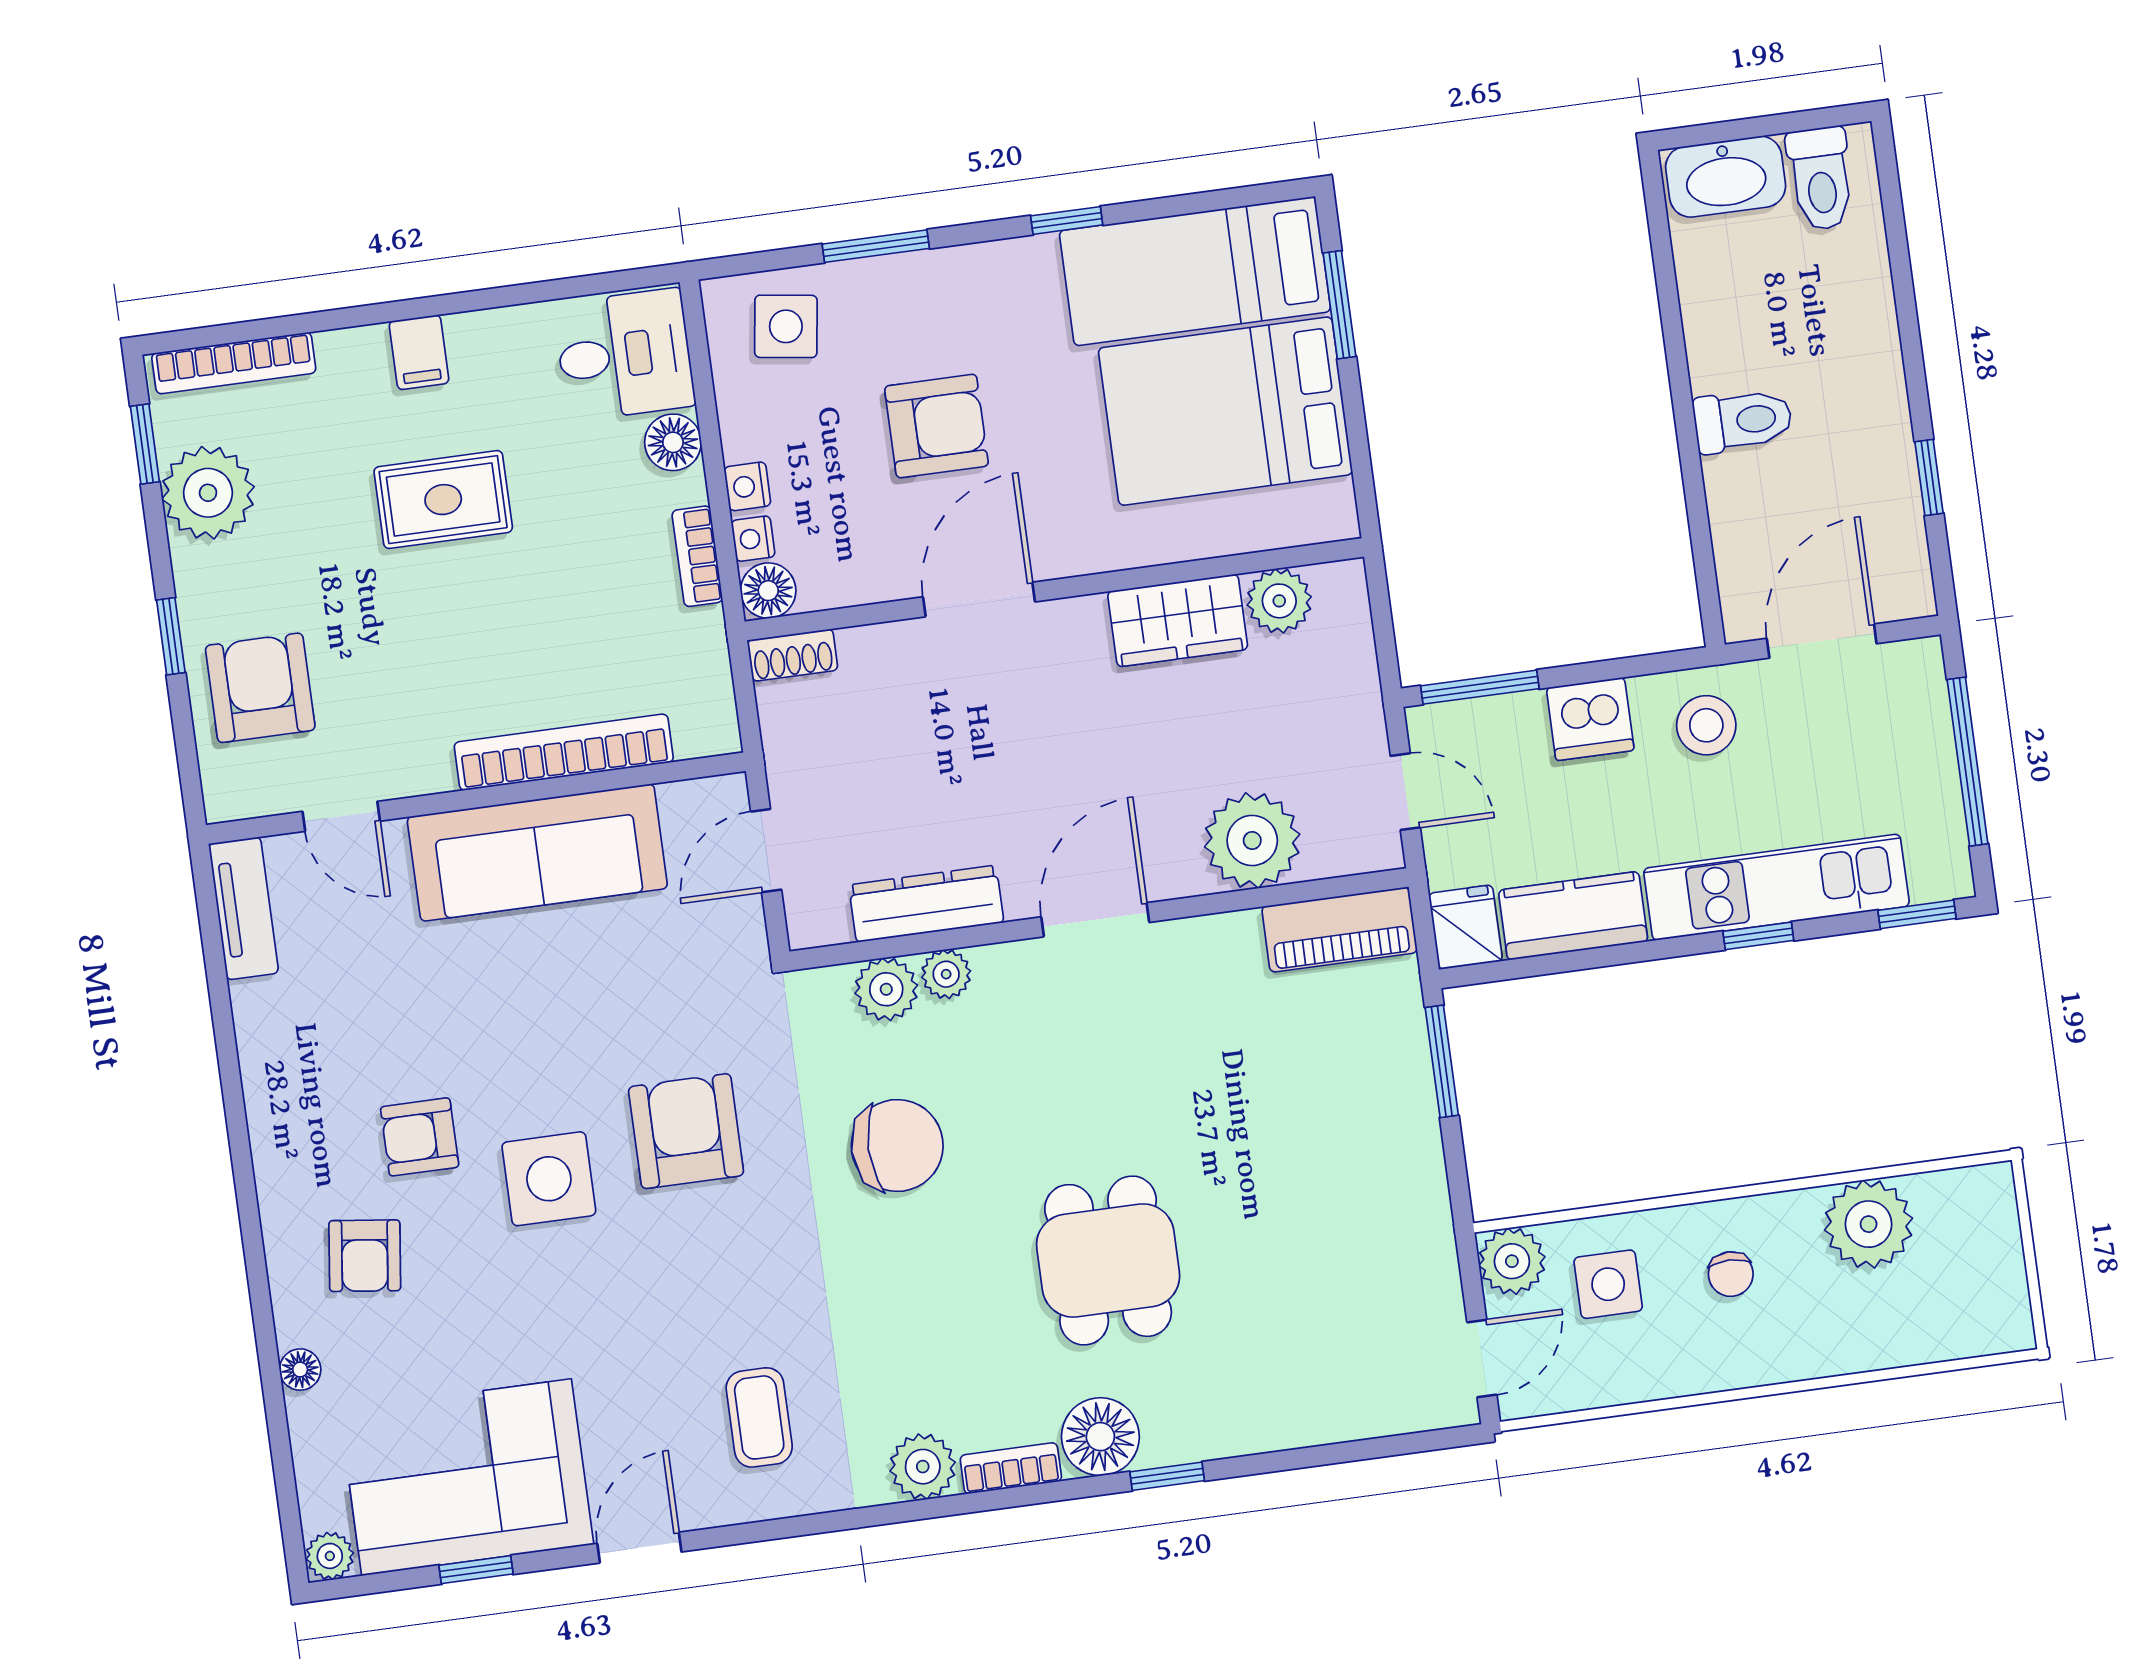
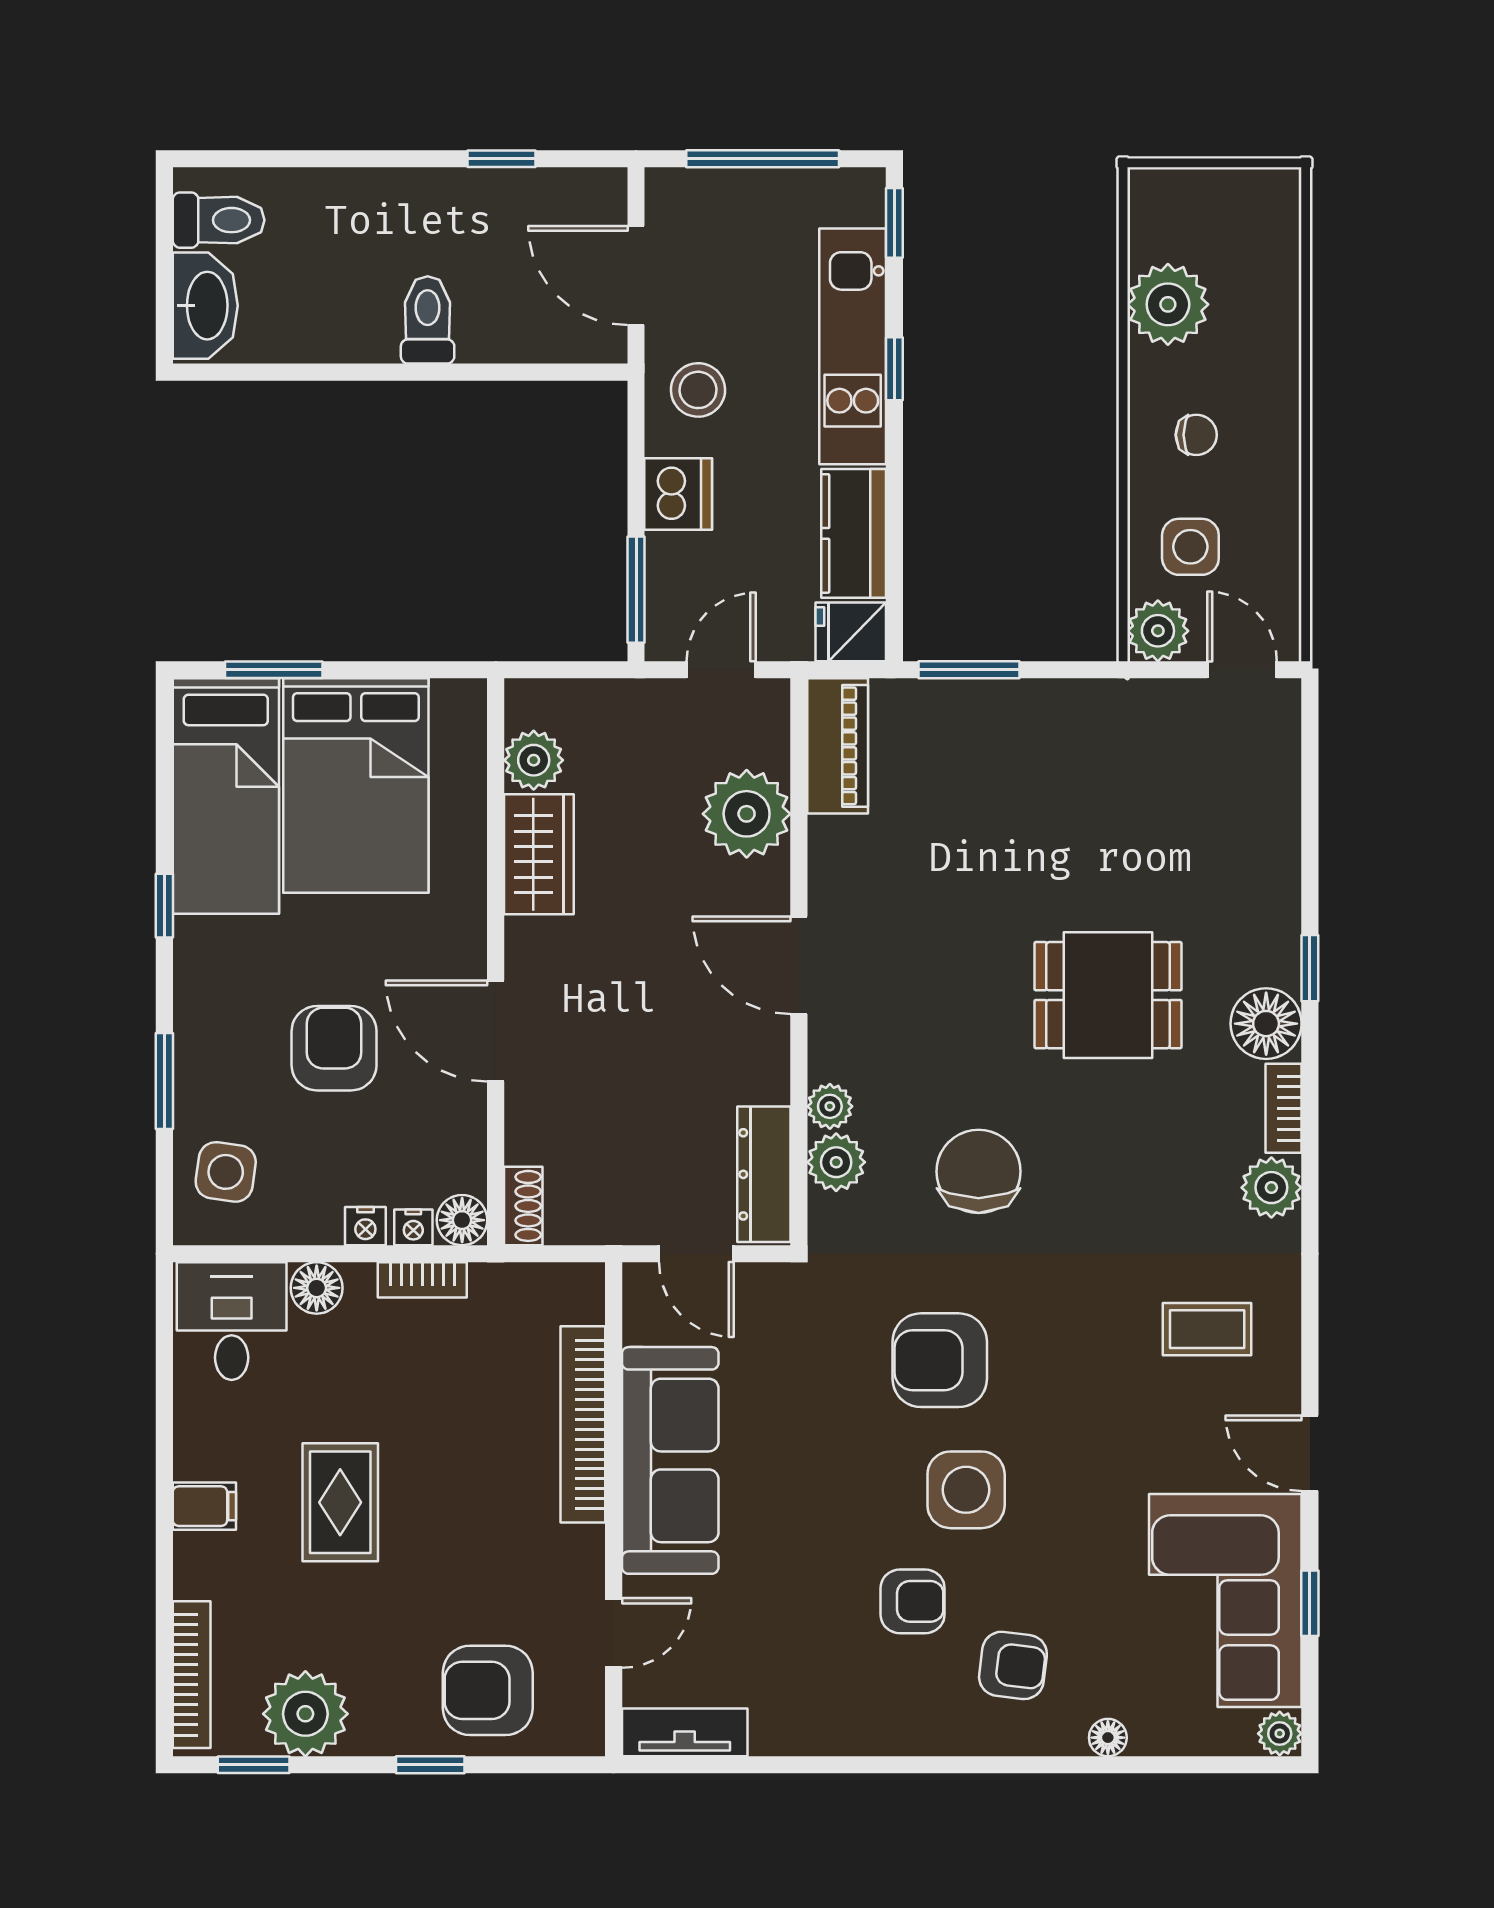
dresser: (926, 904) -> (764, 1174), moved
armchair: (420, 1137) -> (913, 1601), turned -90

